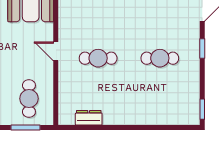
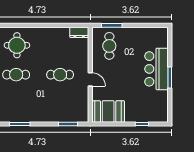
round table: (159, 99) -> (17, 45), added
dresser: (89, 118) -> (79, 32), moved

